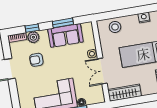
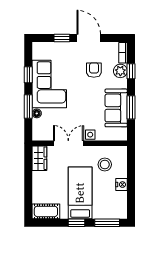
nightstand: (144, 17) -> (122, 185), moved
stool: (115, 27) -> (105, 164), moved
window: (14, 92) -> (62, 38), added
wardrobe: (125, 93) -> (39, 158), width x0.67

